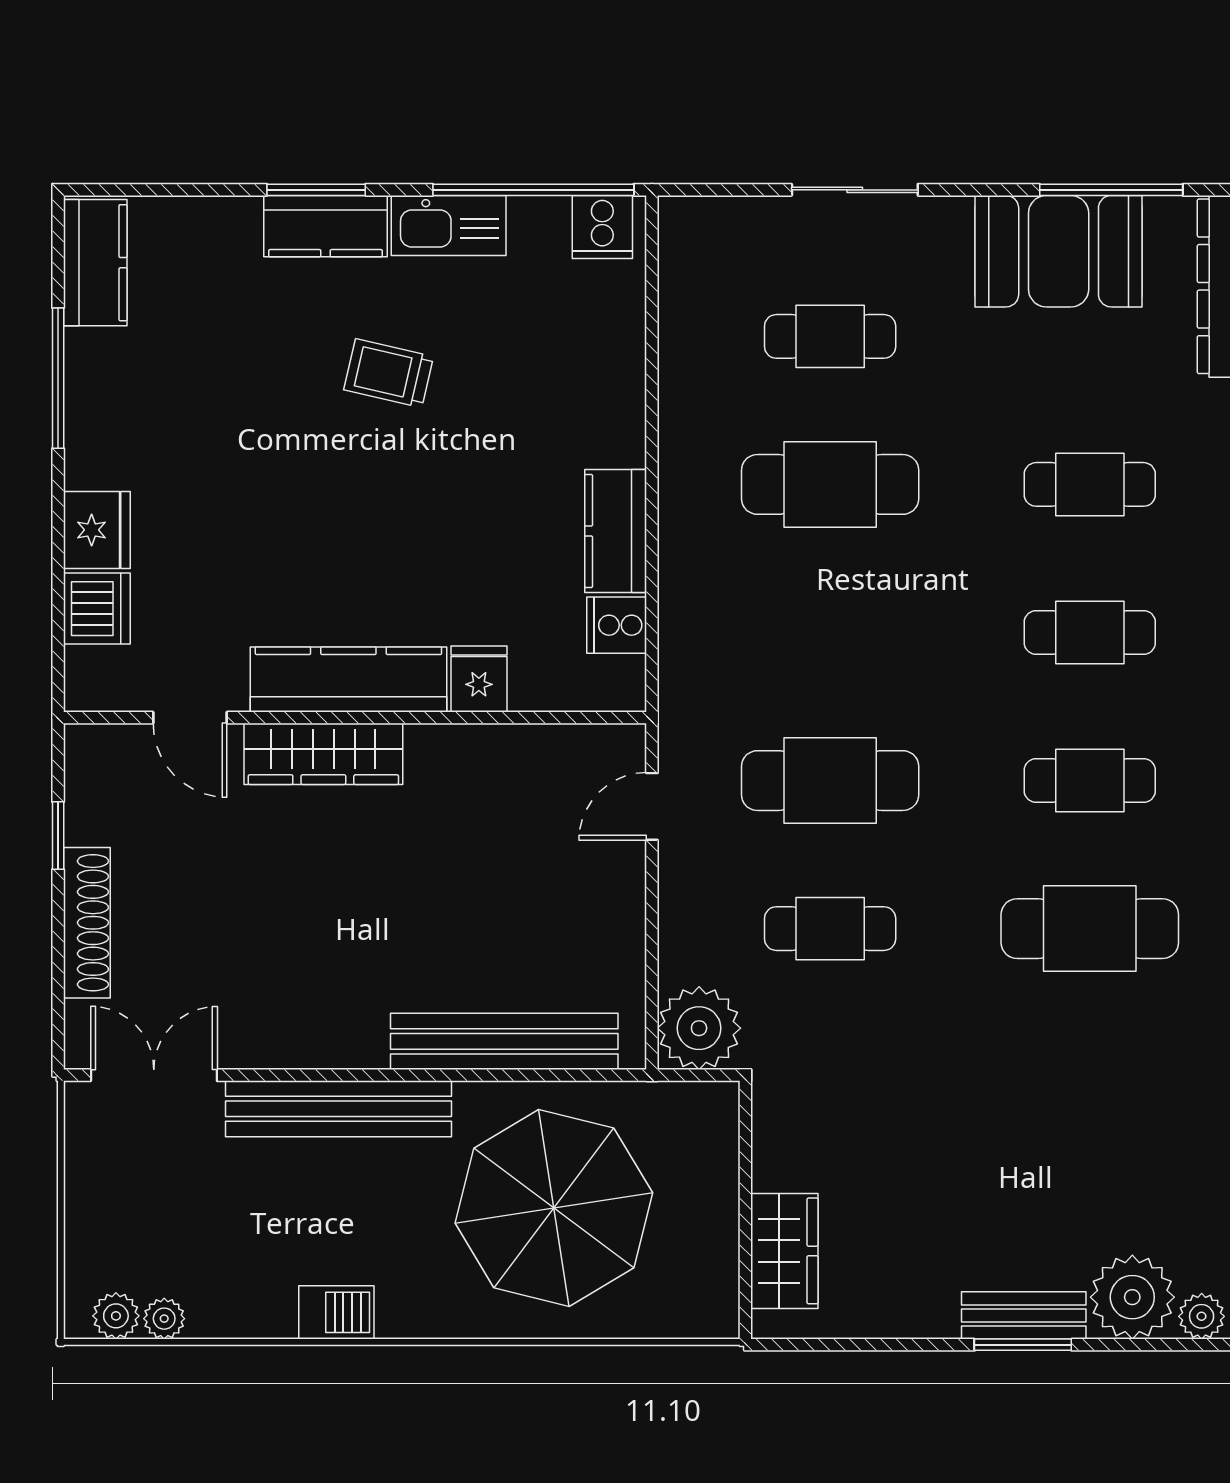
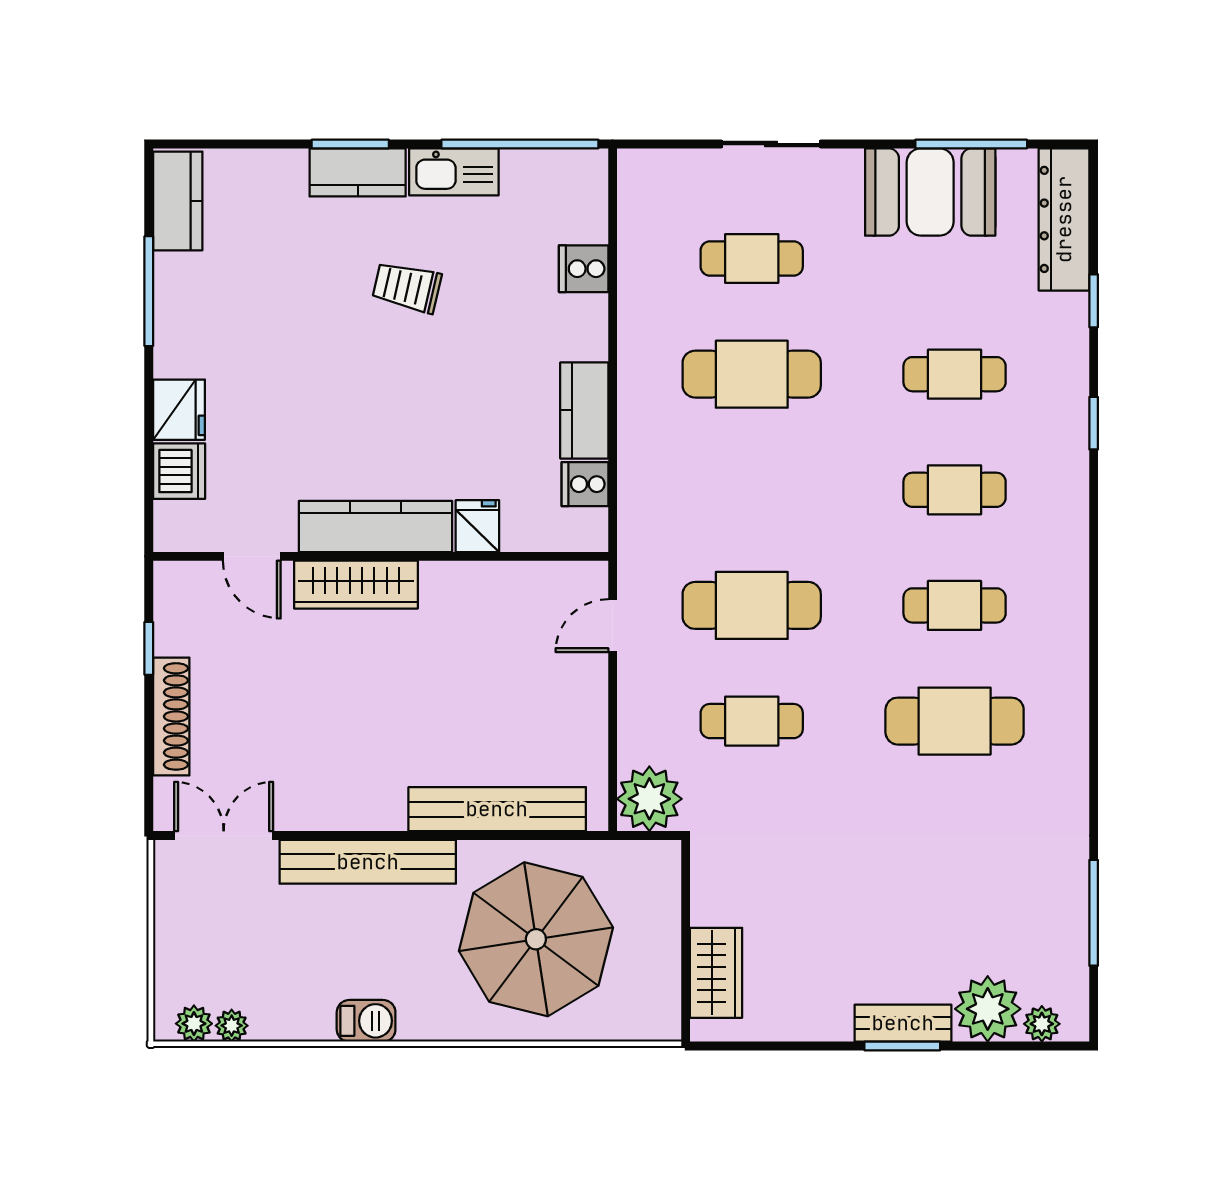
cooker: (602, 227) -> (584, 269), moved, turned 90

